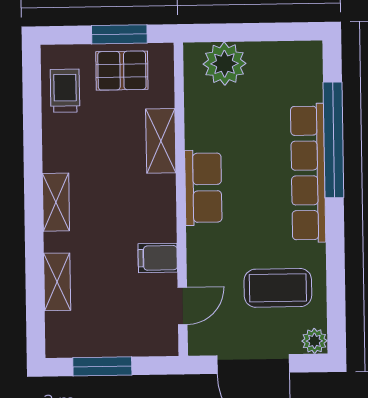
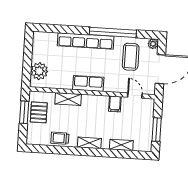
trolley: (65, 91) -> (60, 138), moved
window: (333, 140) -> (113, 32), moved

